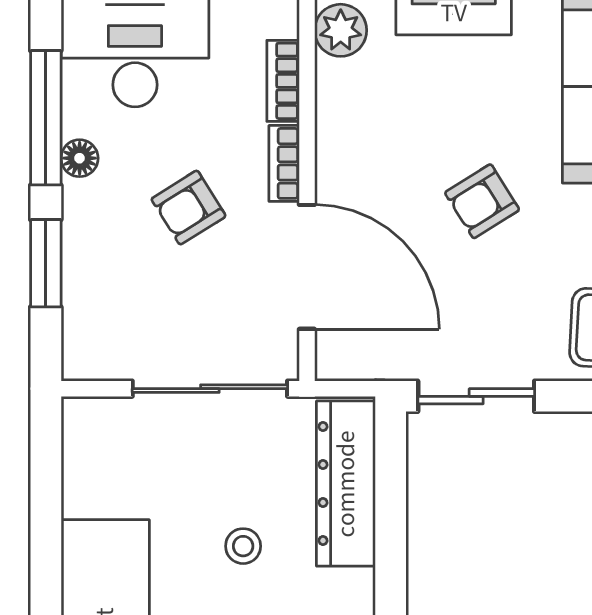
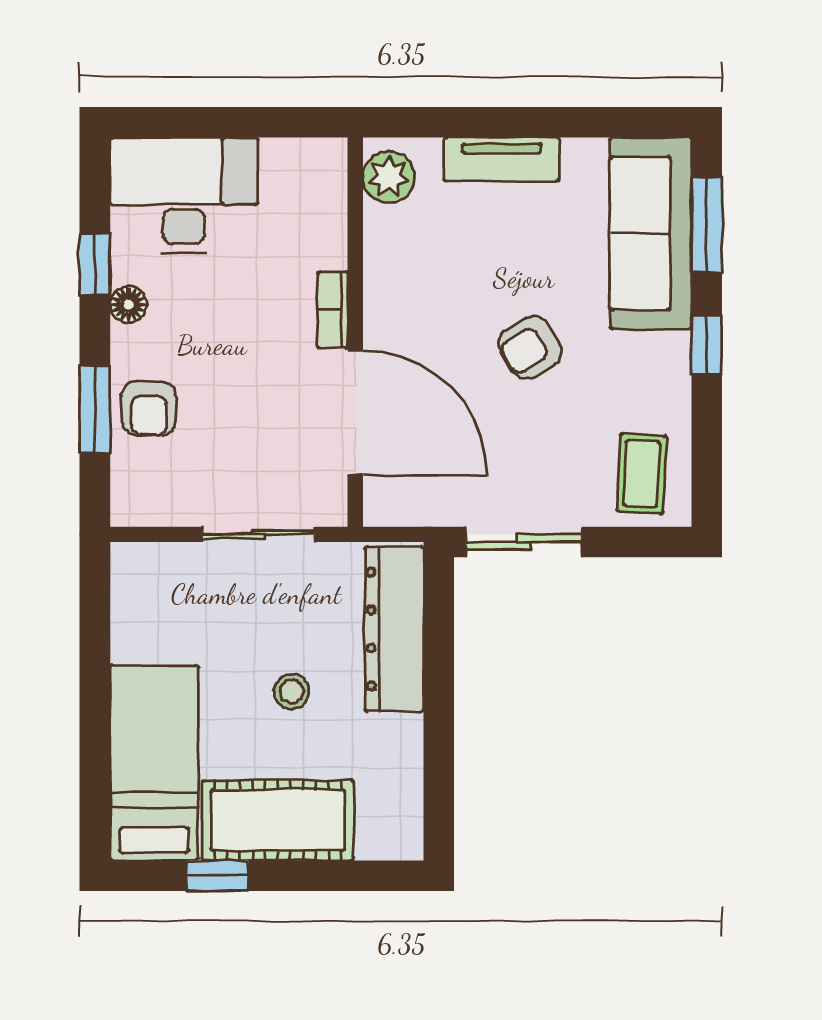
bookcase: (283, 81) -> (331, 227), removed
window: (46, 118) -> (95, 264), width x0.46
armchair: (189, 208) -> (149, 409), moved, turned -58
sliding door: (210, 389) -> (258, 534), width x0.73

